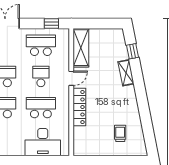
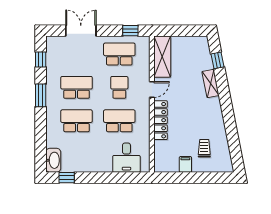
desk: (43, 142) -> (126, 158), width x0.73
filing cabinet: (103, 148) -> (185, 164), added

